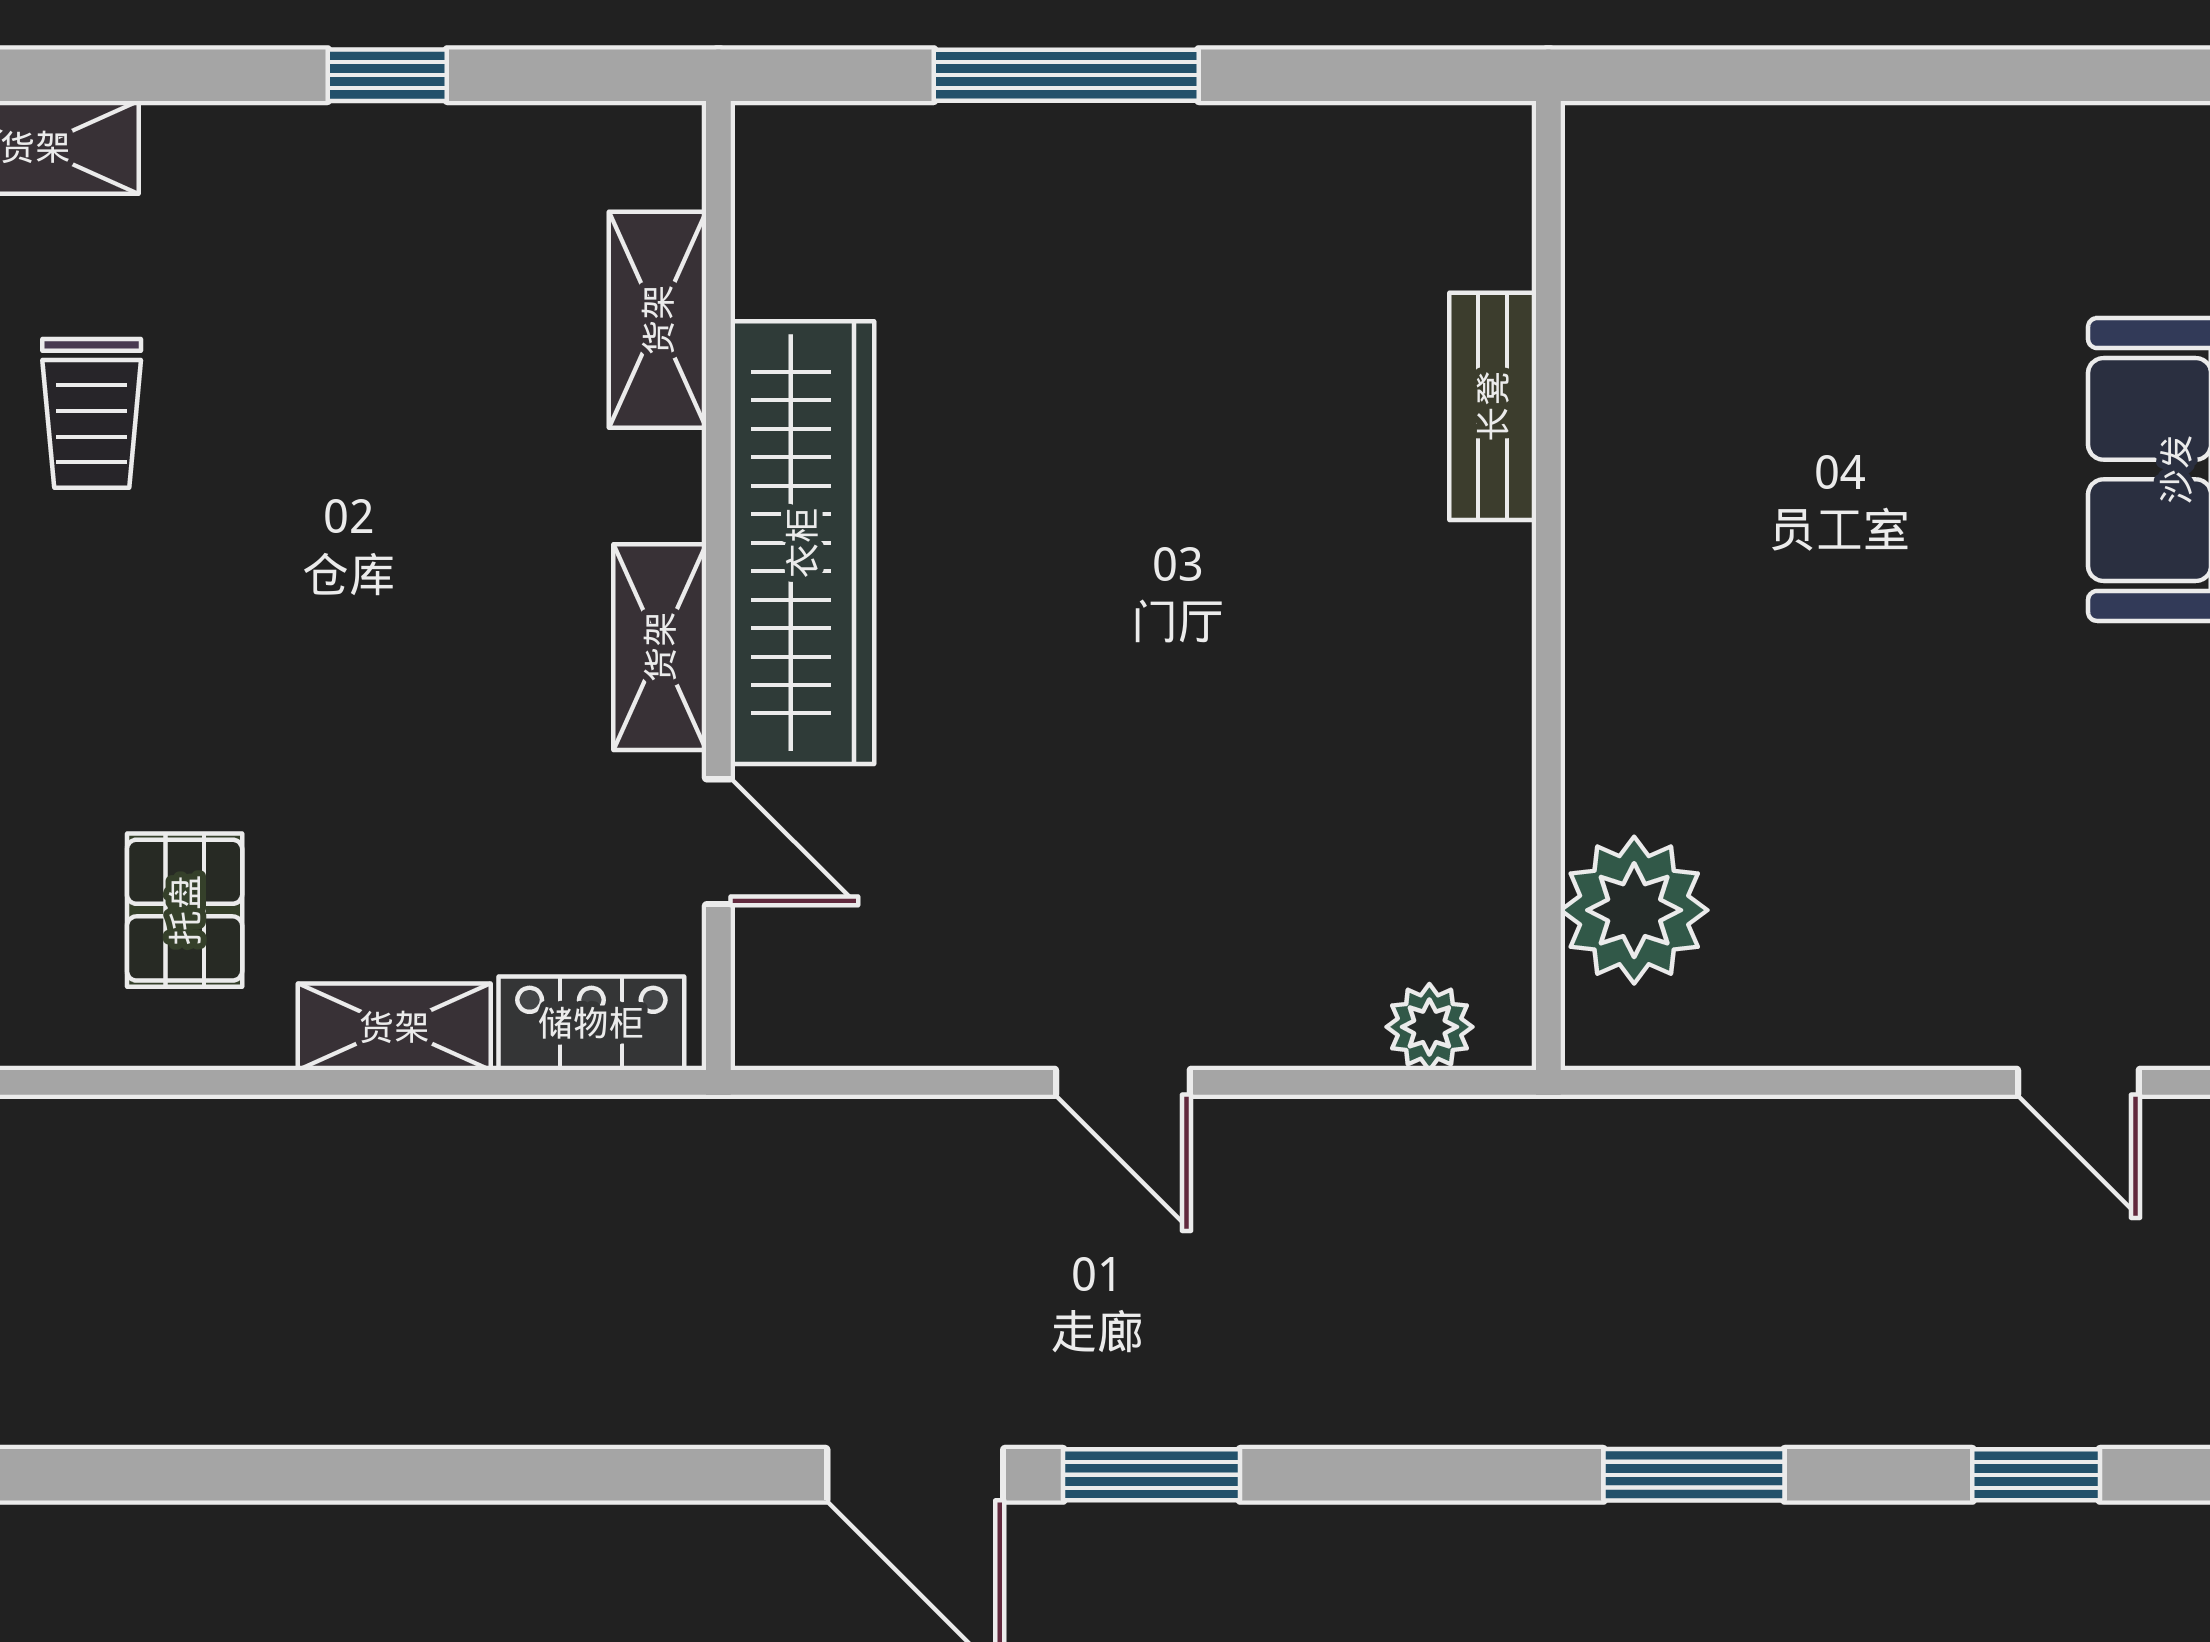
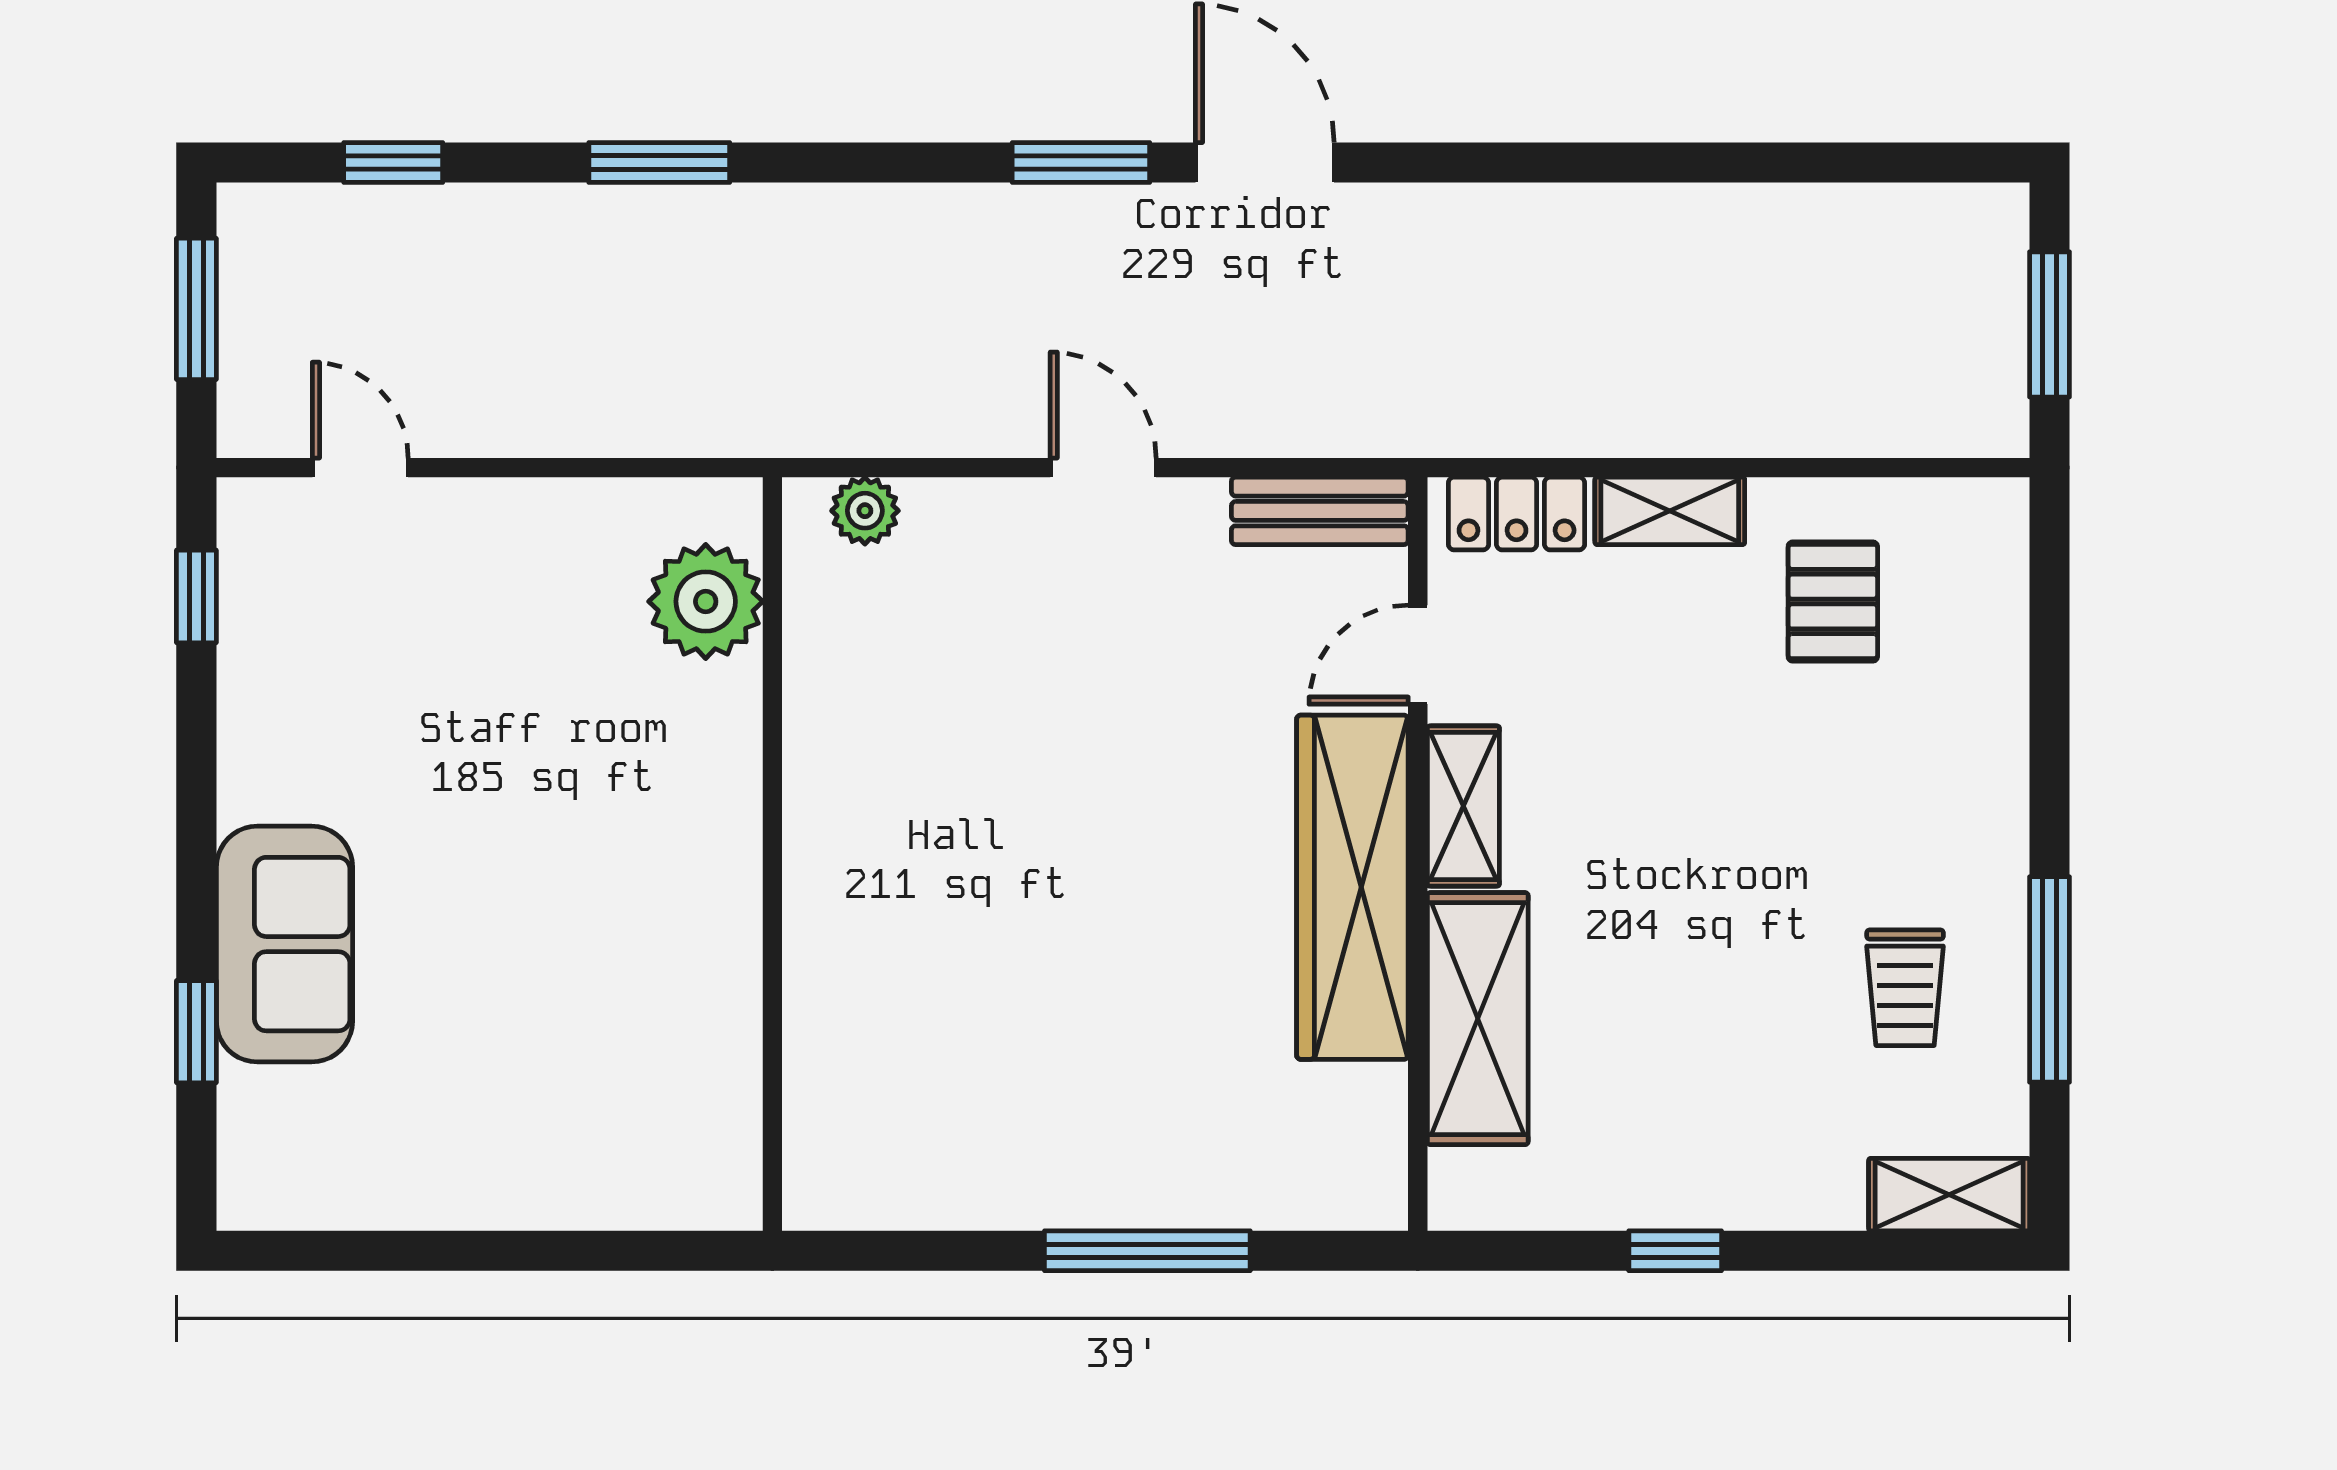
shelving: (658, 320) -> (1478, 1019), width x1.50, depth x1.33
bench: (1493, 406) -> (1320, 511), moved, turned 90
trolley: (92, 413) -> (1905, 988), turned 180
door: (718, 842) -> (1418, 655), hinge flipped

